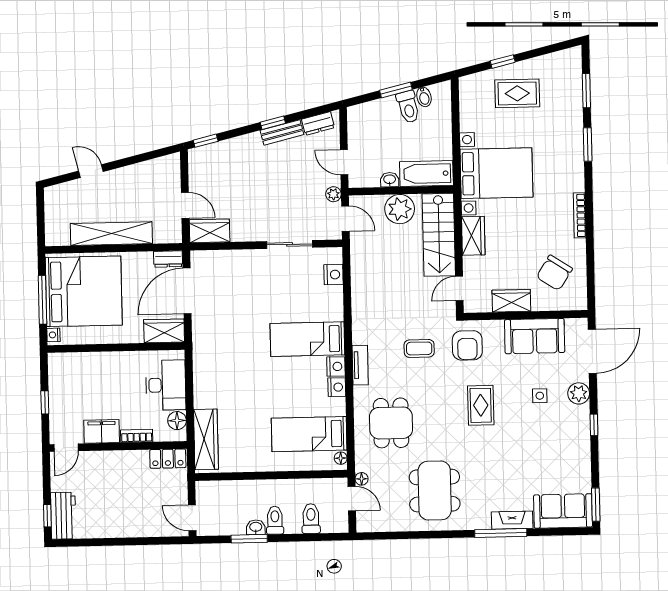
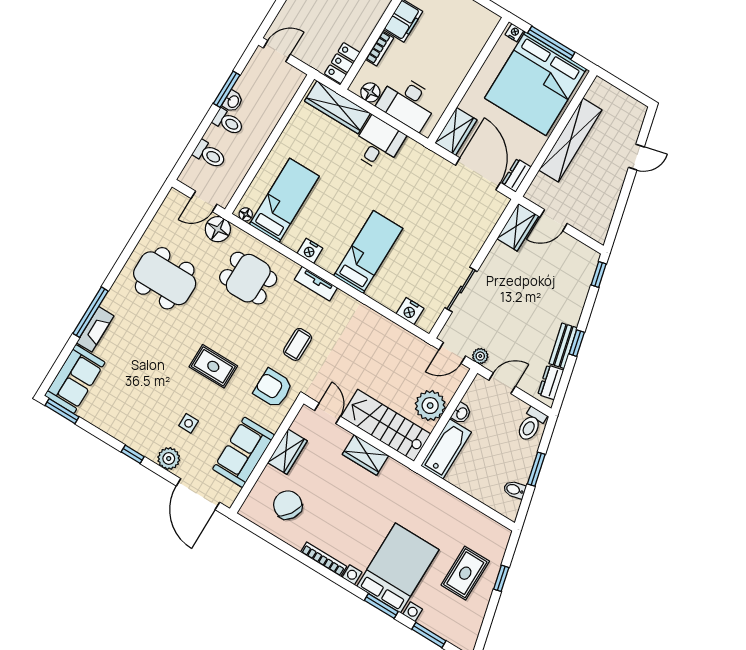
toilet: (408, 107) -> (531, 424), moved, turned -76
bed with nightstands: (496, 173) -> (398, 568), moved, turned 180
nightstand: (336, 366) -> (328, 262), removed
desk: (214, 388) -> (378, 144), added
floor lamp: (362, 479) -> (218, 229), width x1.89, depth x1.89

